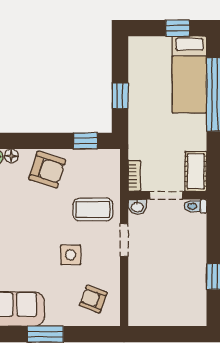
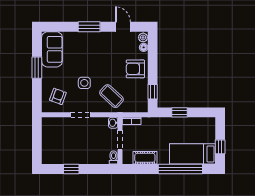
armchair: (47, 170) -> (135, 69), turned 72
cot: (196, 171) -> (145, 158), moved
coffee table: (93, 210) -> (111, 96), turned -47
doorway: (124, 240) -> (81, 115), moved

